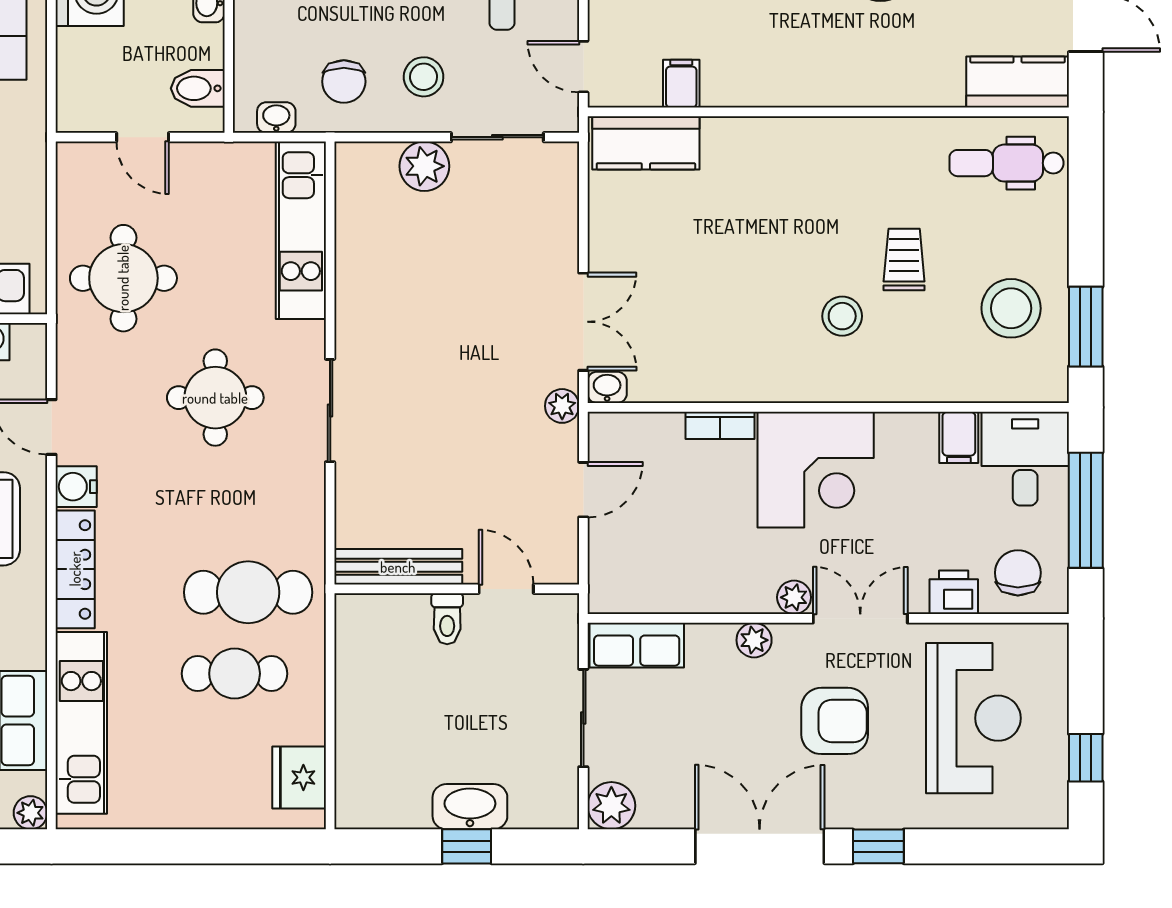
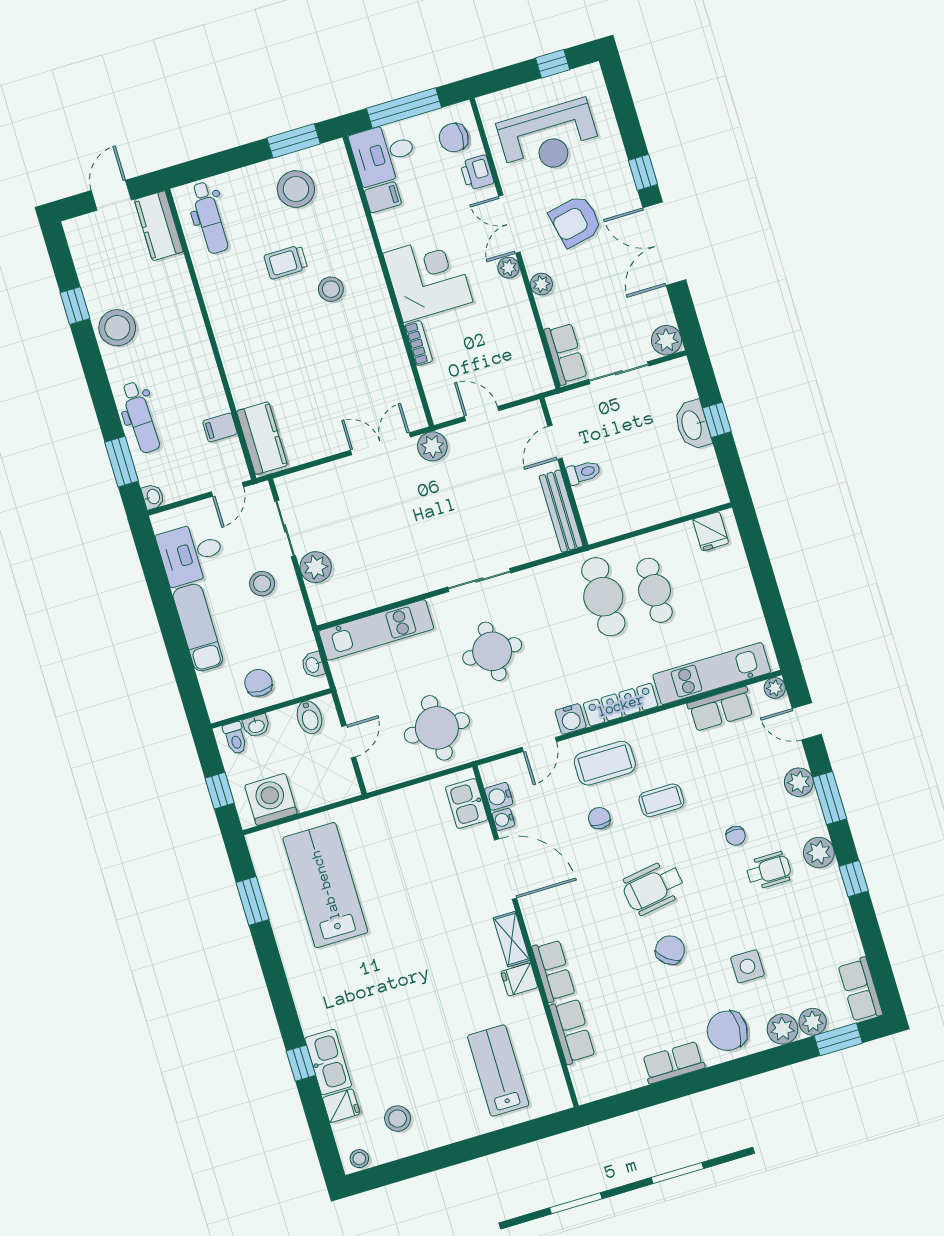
chair: (344, 82) -> (258, 683), moved, turned -90
washbasin: (607, 387) -> (416, 418), removed
plant: (562, 406) -> (432, 446), width x1.38, depth x1.38
reception desk: (973, 718) -> (549, 138), turned 180
armchair: (835, 721) -> (576, 221), turned -102
fridge: (299, 777) -> (711, 531), width x0.72

